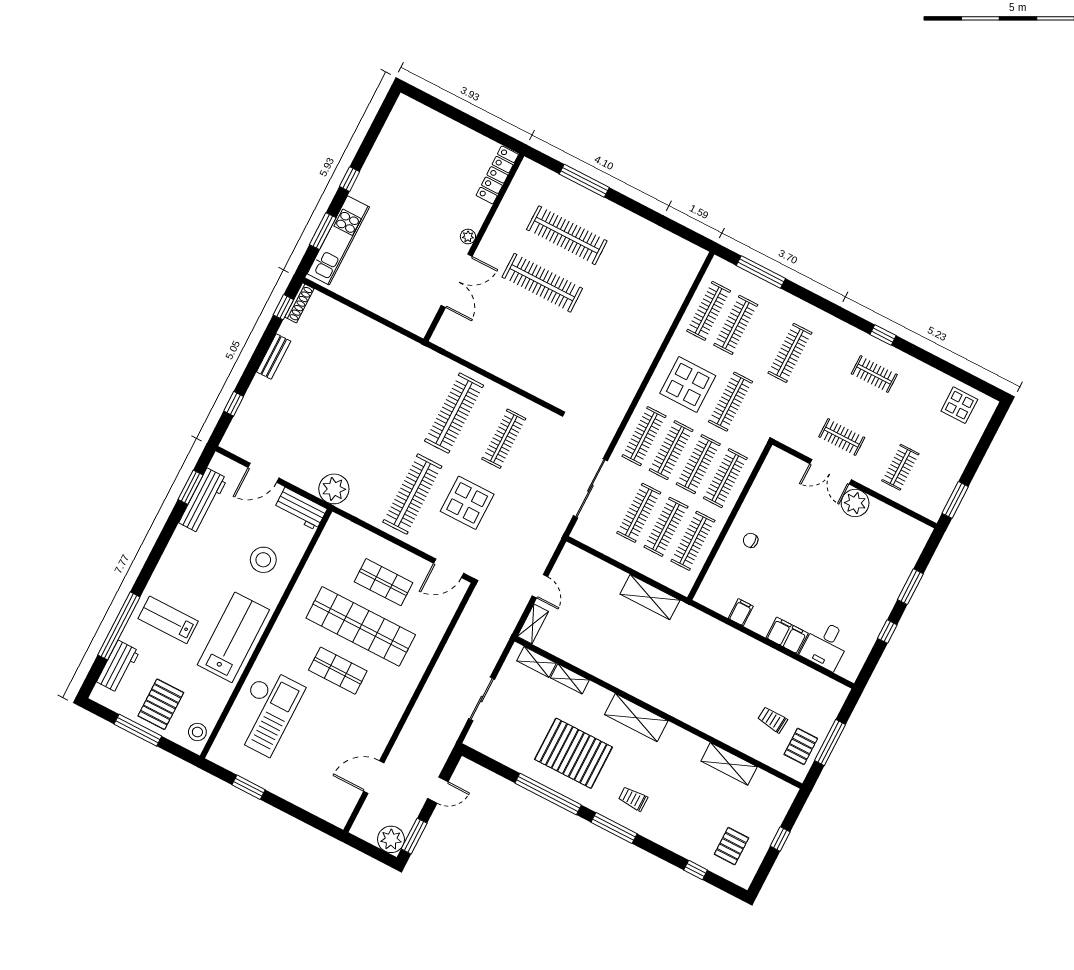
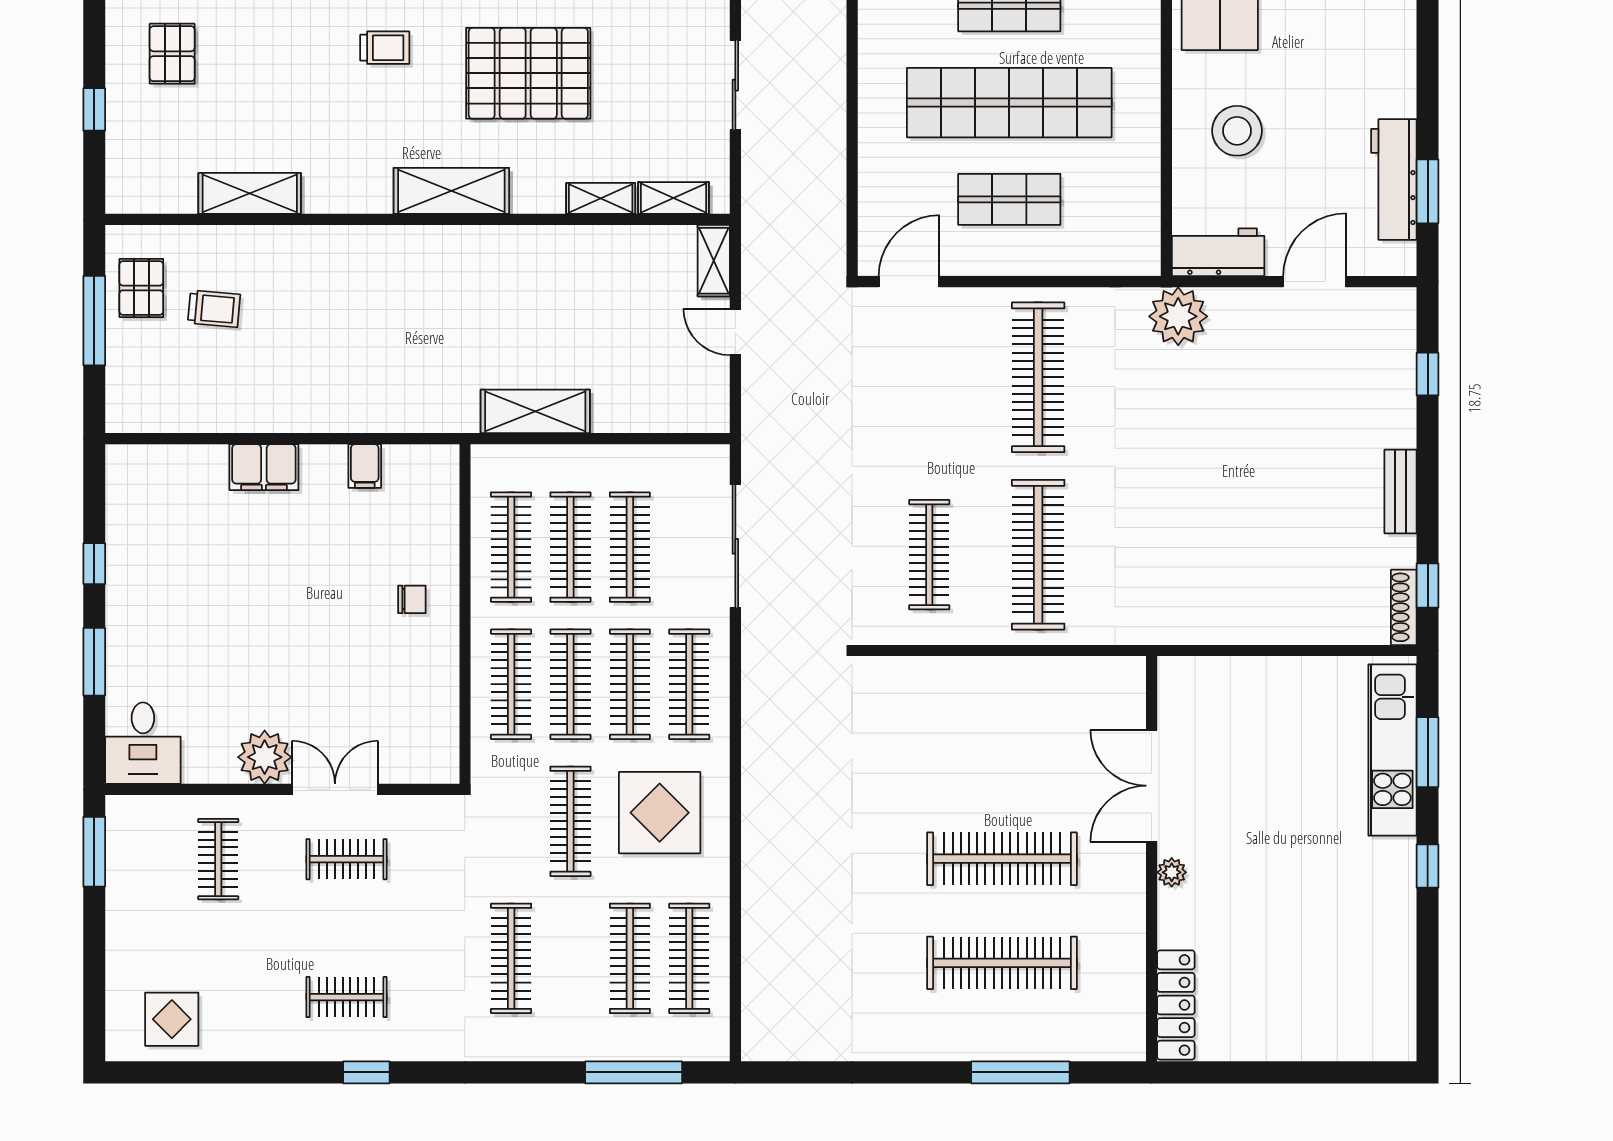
display table: (467, 503) -> (935, 411), removed
desk: (826, 645) -> (143, 743), moved, turned 180

